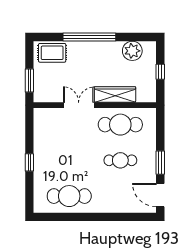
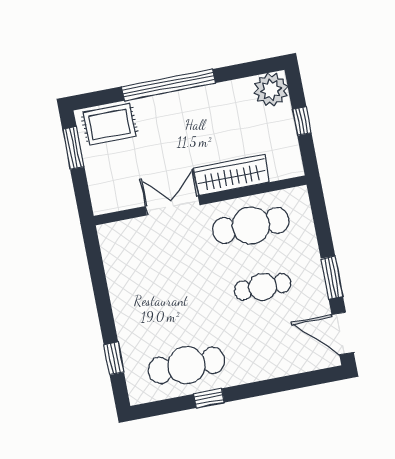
plant: (132, 51) -> (271, 90), moved
window: (29, 81) -> (73, 148), moved
window: (29, 162) -> (114, 359), moved
window: (78, 217) -> (209, 398), added

